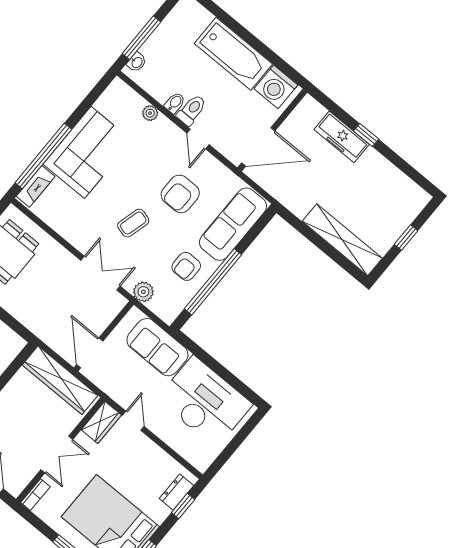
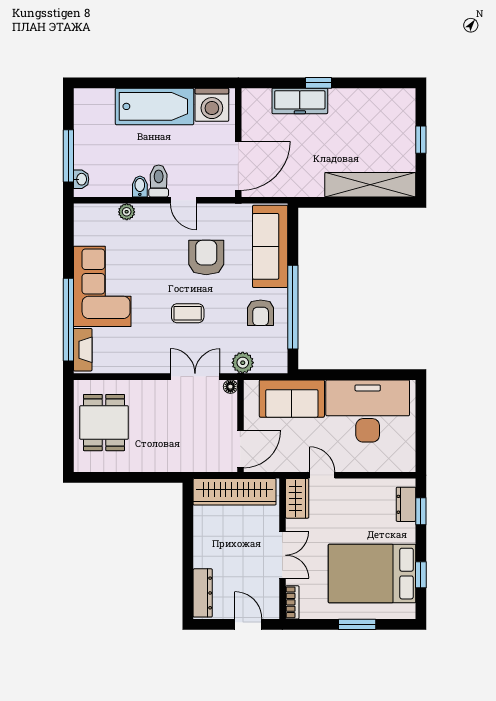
armchair: (180, 194) -> (206, 257), turned 180
coffee table: (133, 223) -> (188, 313), turned 75
floor lamp: (120, 302) -> (230, 387), added
door: (90, 353) -> (240, 449), swing flipped

